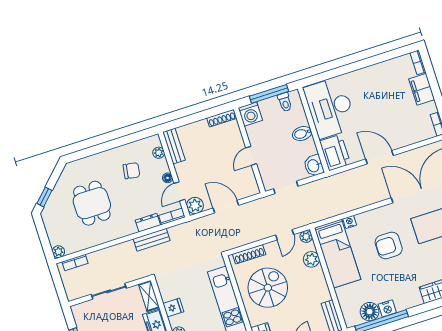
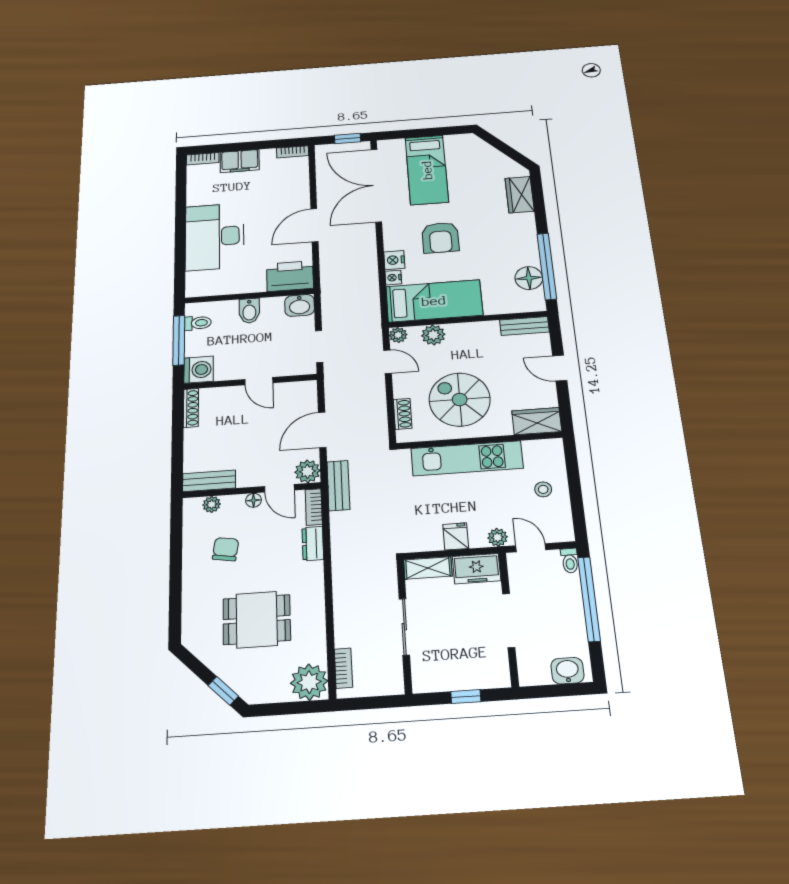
desk: (330, 108) -> (215, 237), moved, turned 90
bench: (152, 240) -> (338, 486), moved
plant: (58, 252) -> (309, 682), width x1.88, depth x1.88
shoe rack: (249, 254) -> (403, 414), width x0.70
nightstand: (387, 308) -> (394, 260), moved, turned 180

